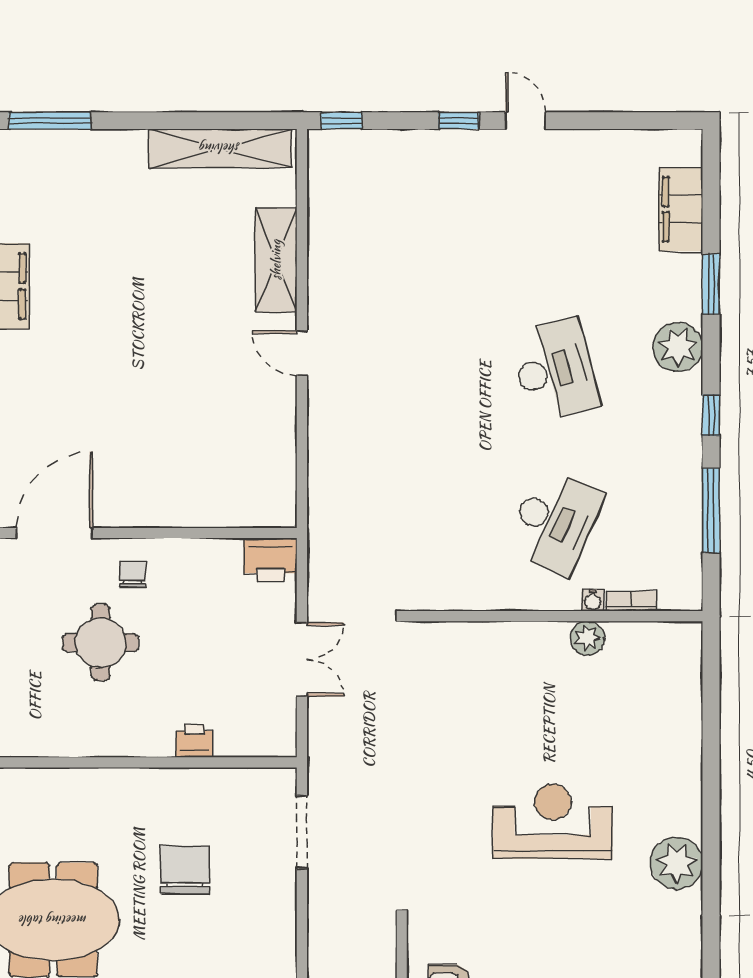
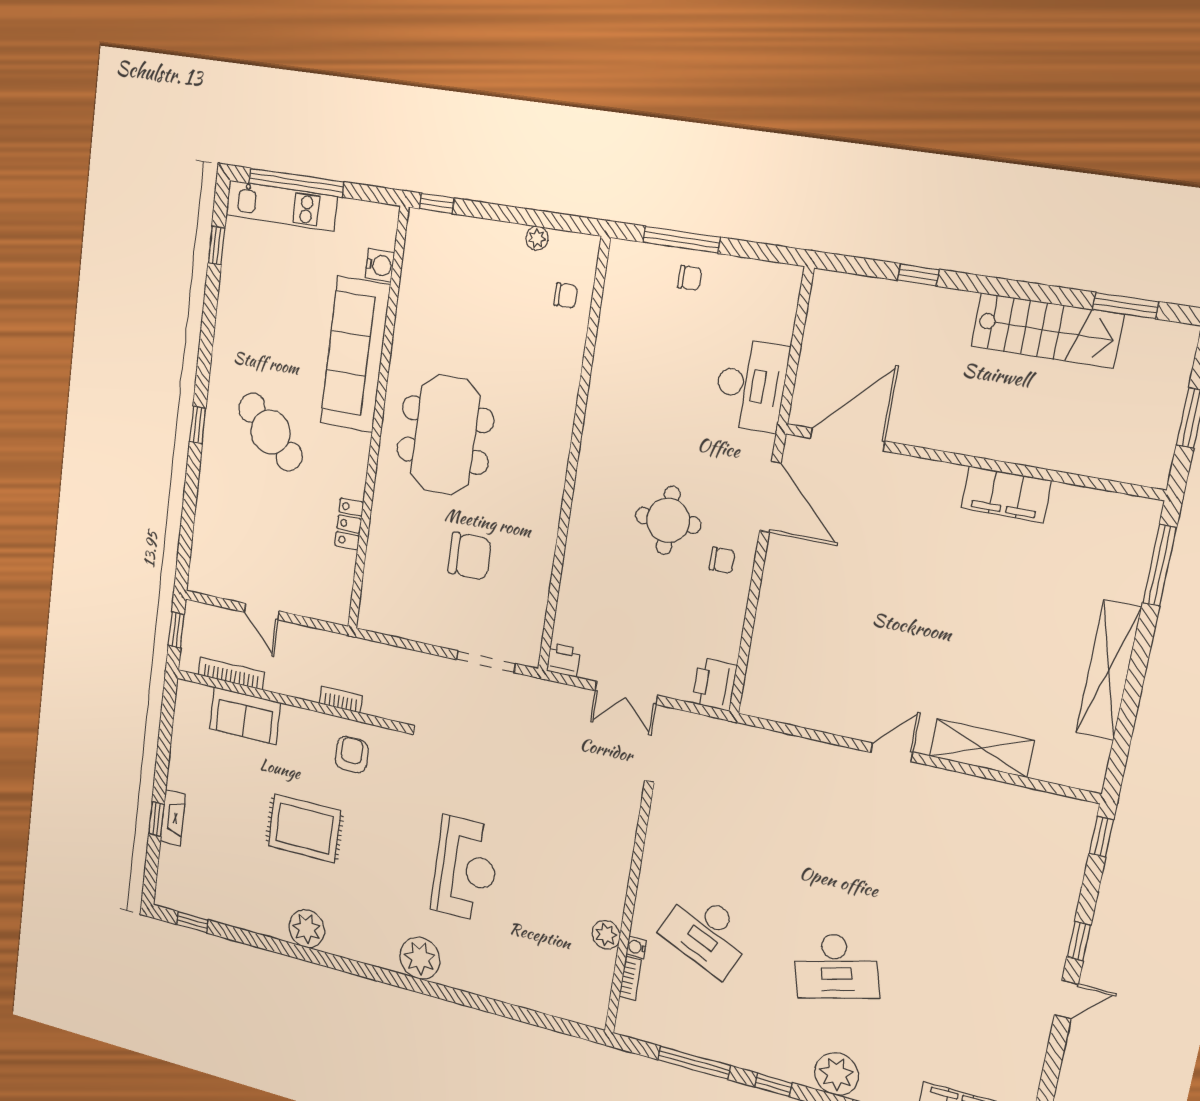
shelving: (220, 148) -> (1109, 670), moved
printer: (195, 741) -> (563, 660), moved, turned -90

